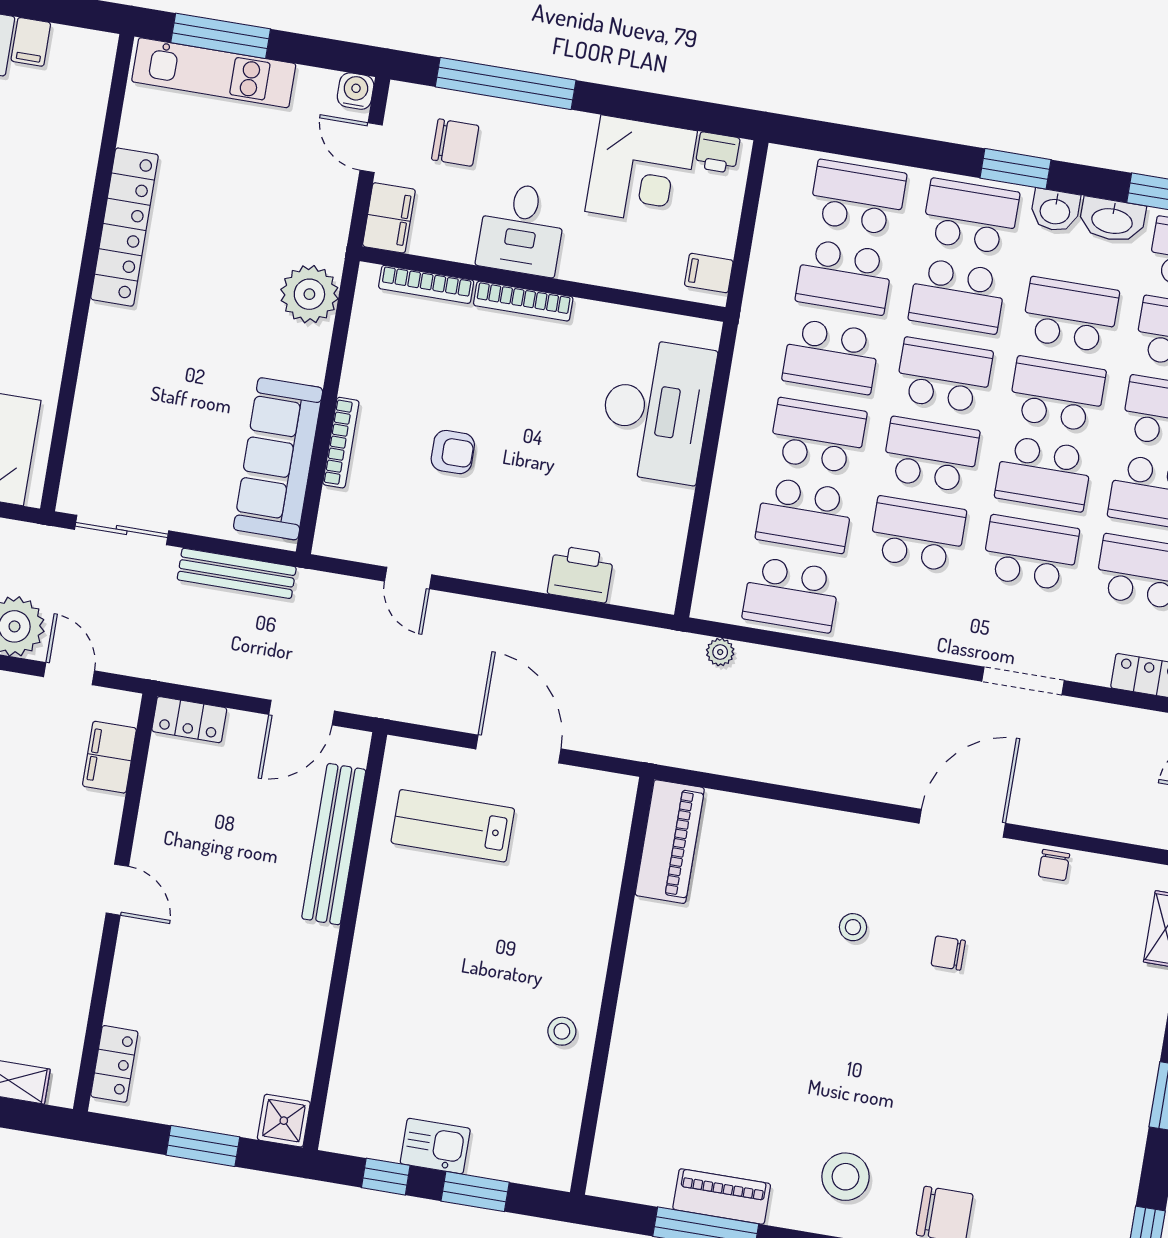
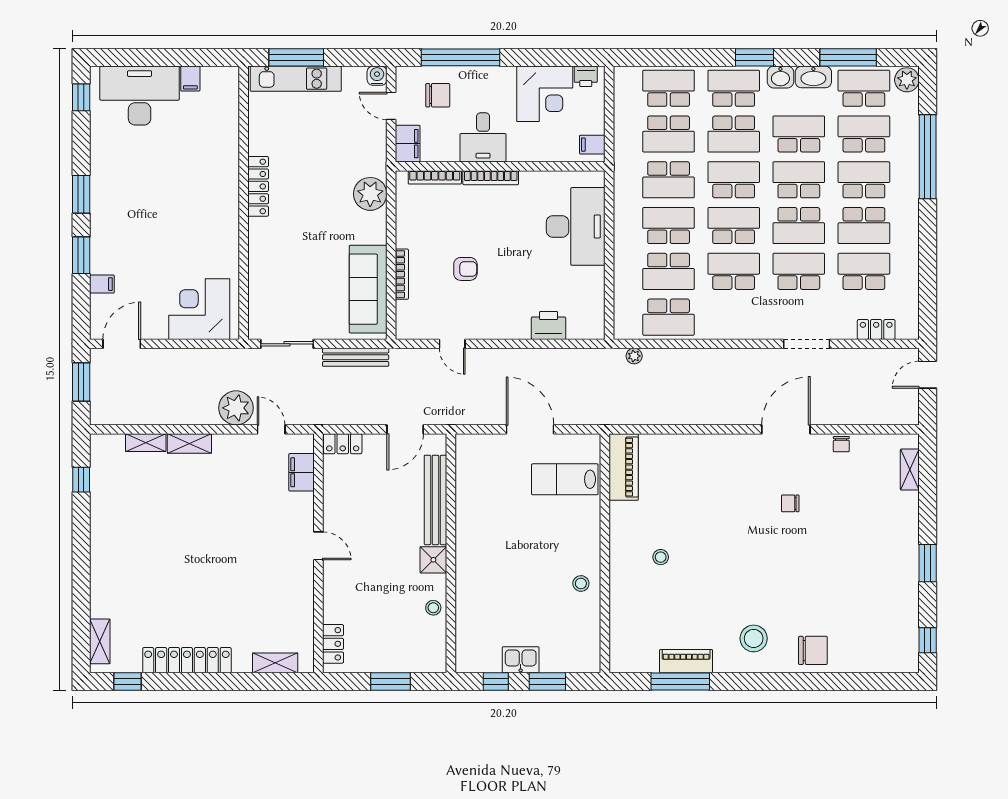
locker: (125, 227) -> (258, 186), width x0.71, depth x0.83
lab bench: (453, 826) -> (565, 479), moved
stool: (853, 927) -> (661, 557), moved
stool: (299, 1030) -> (433, 608), added
shower: (284, 1121) -> (433, 560), moved

